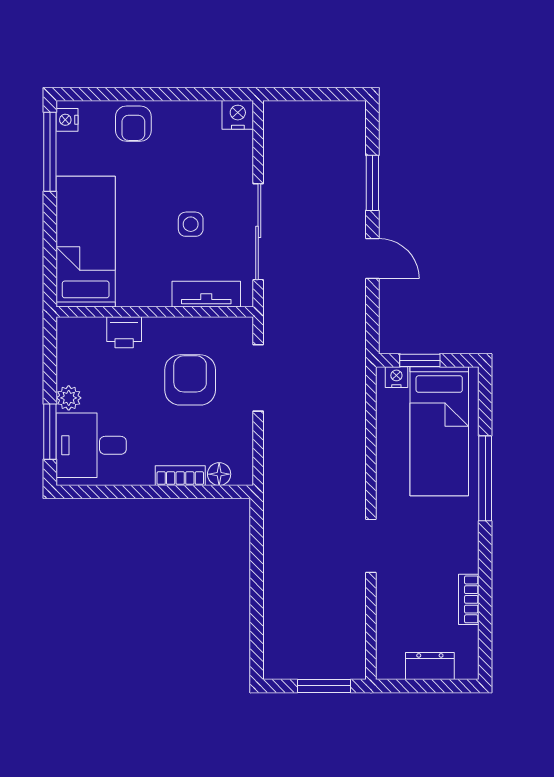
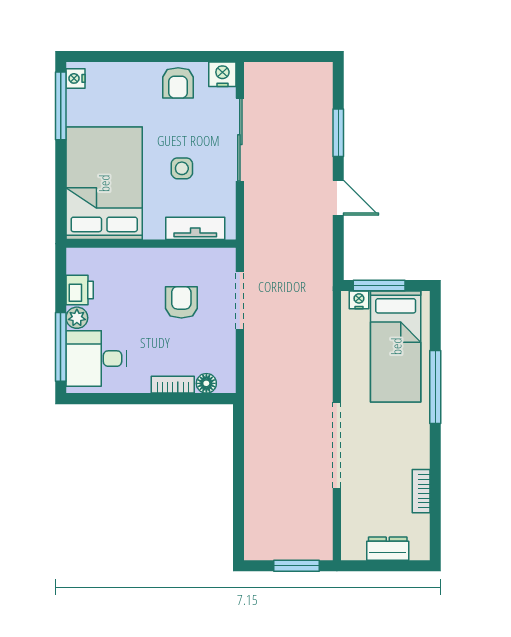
armchair: (133, 124) -> (178, 83), moved
sliding door: (258, 232) -> (240, 140), moved
bed: (86, 242) -> (104, 183), width x1.50
printer: (124, 332) -> (80, 290), moved, turned -90
window: (420, 360) -> (379, 285), width x1.50
armchair: (190, 380) -> (181, 302), width x0.72, depth x0.72
window: (50, 432) -> (61, 347), width x1.44
doorway: (371, 546) -> (337, 445), width x1.87

